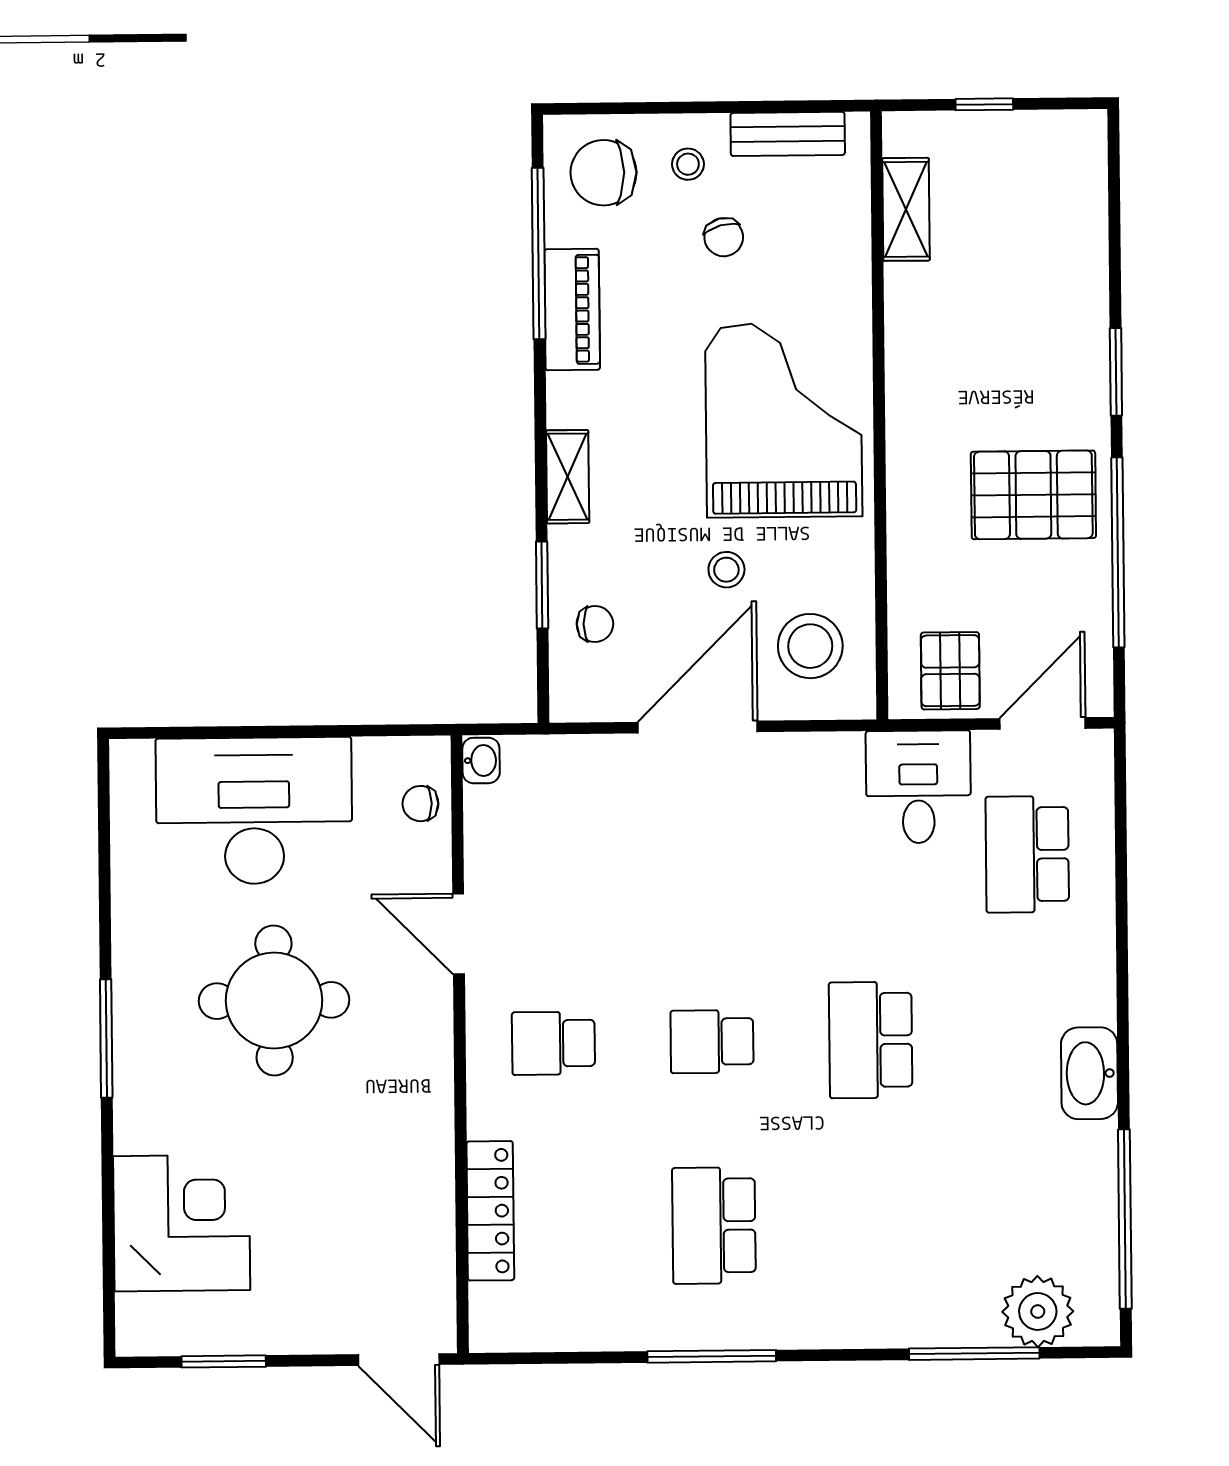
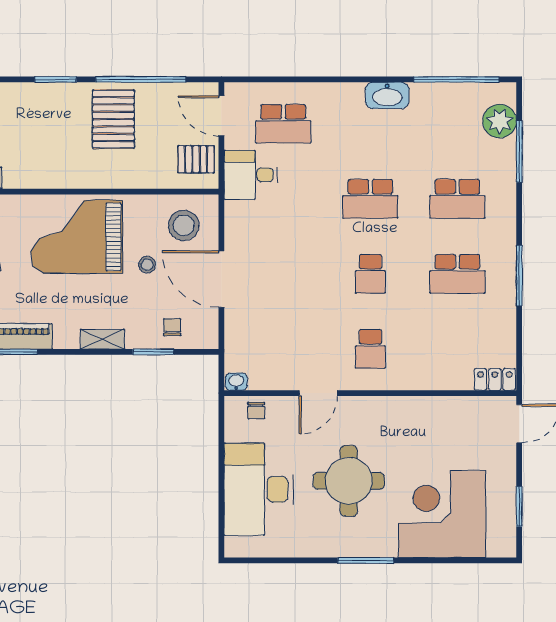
locker: (490, 1211) -> (495, 380), moved, width x0.66
corner desk: (182, 1223) -> (442, 514), width x1.36, depth x1.36
school desk: (873, 1224) -> (457, 199), added

